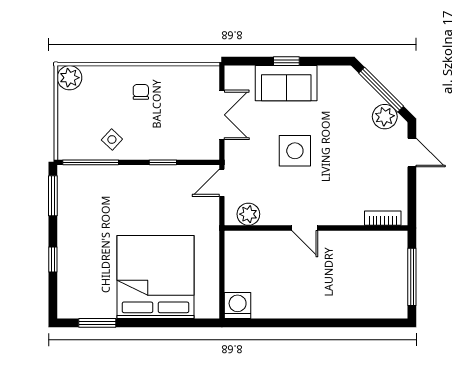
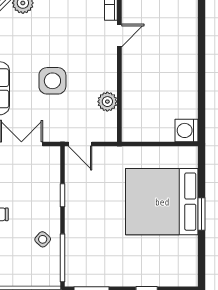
plant: (248, 214) -> (107, 102), moved
door: (305, 228) -> (119, 35), moved
window: (97, 323) -> (201, 214), moved

